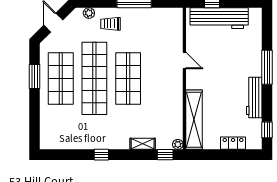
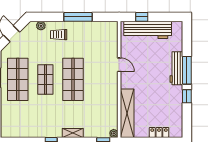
shop shelf: (94, 78) -> (45, 79), width x0.50, depth x0.74
workbench: (254, 97) -> (176, 68), moved
window: (267, 130) -> (187, 96), moved
shelving: (143, 144) -> (73, 133), moved

